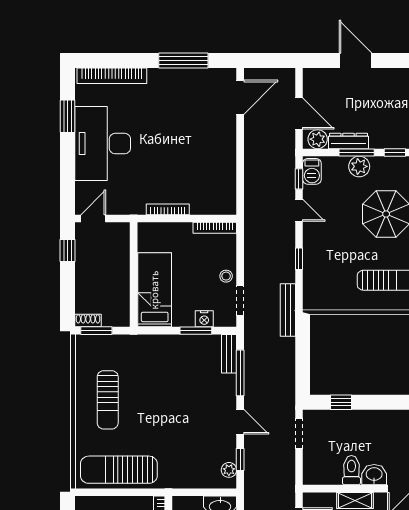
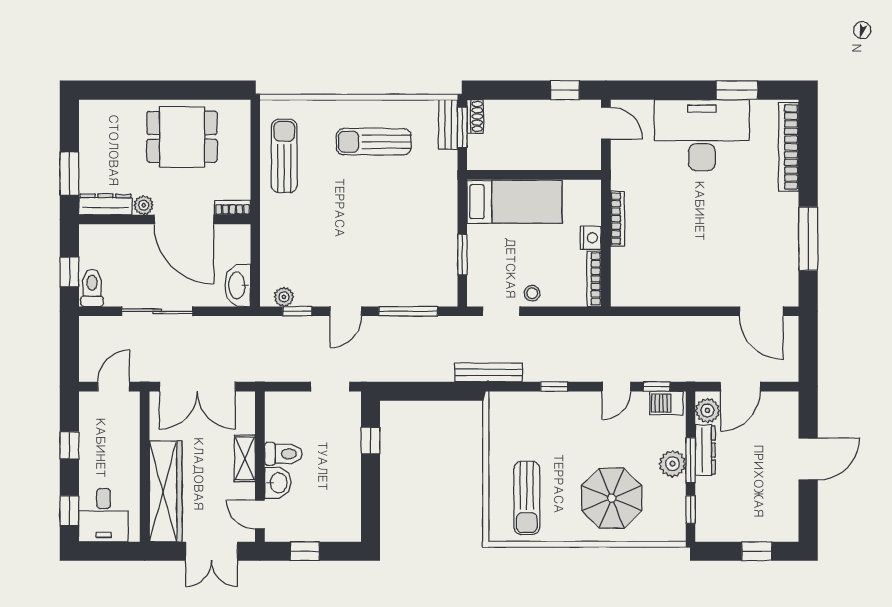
nightstand: (204, 319) -> (591, 238), moved, turned 180
bench: (229, 354) -> (448, 124), moved, turned 90
sun lounger: (119, 470) -> (284, 156), width x0.73, depth x0.75

